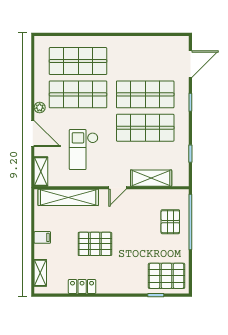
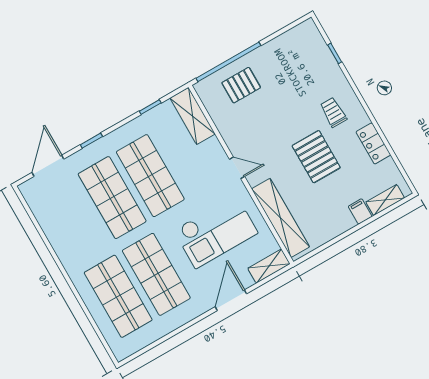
door: (190, 64) -> (48, 166), hinge flipped
plant: (40, 107) -> (197, 310), removed
checkout: (84, 150) -> (216, 232), width x1.36, depth x1.21
shelving: (151, 178) -> (193, 116), moved
filing cabinet: (42, 237) -> (360, 211), moved
trolley: (118, 272) -> (333, 112), added
pallet: (167, 276) -> (306, 54), removed

